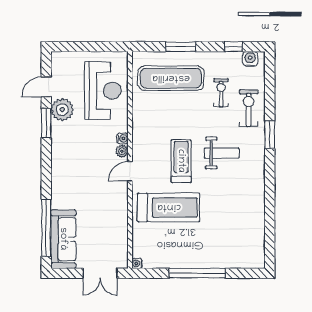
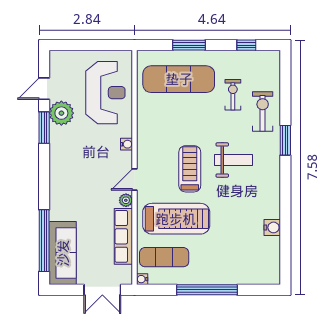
water cooler: (250, 59) -> (272, 227), moved, turned 90
plant: (122, 151) -> (126, 200), moved
row of seats: (120, 224) -> (123, 236), added
exercise mat: (157, 243) -> (164, 257), added

